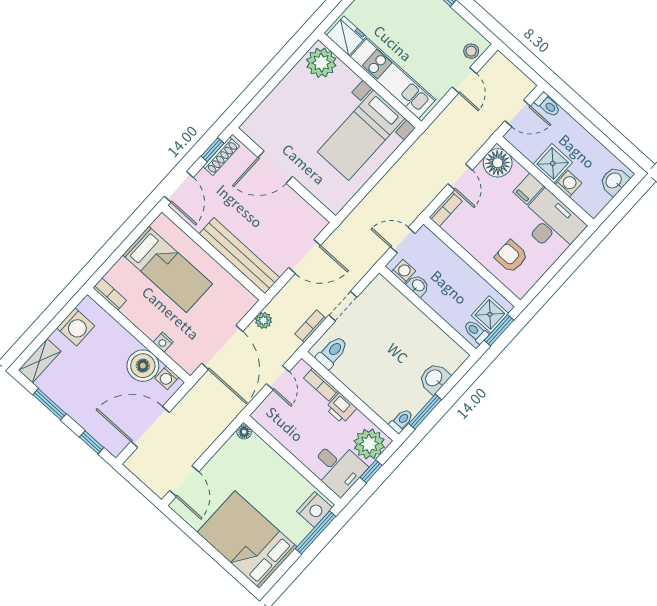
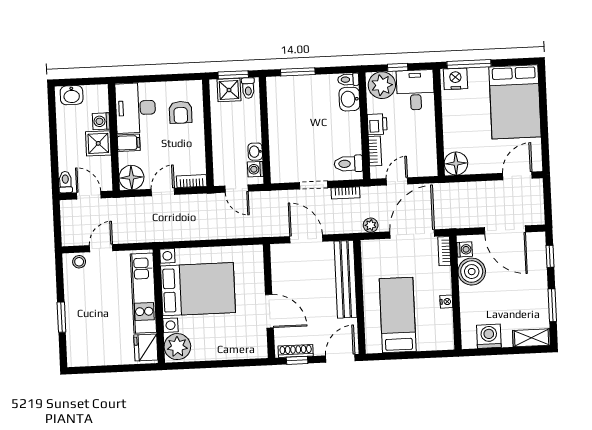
bed with nightstands: (361, 135) -> (198, 289), width x1.36
bookcase: (110, 294) -> (444, 251), moved
nightstand: (163, 342) -> (446, 302), moved
washbasin: (434, 378) -> (349, 99), moved, turned 90
window: (425, 412) -> (298, 72), moved
floor lamp: (244, 432) -> (456, 163), width x1.89, depth x1.89

